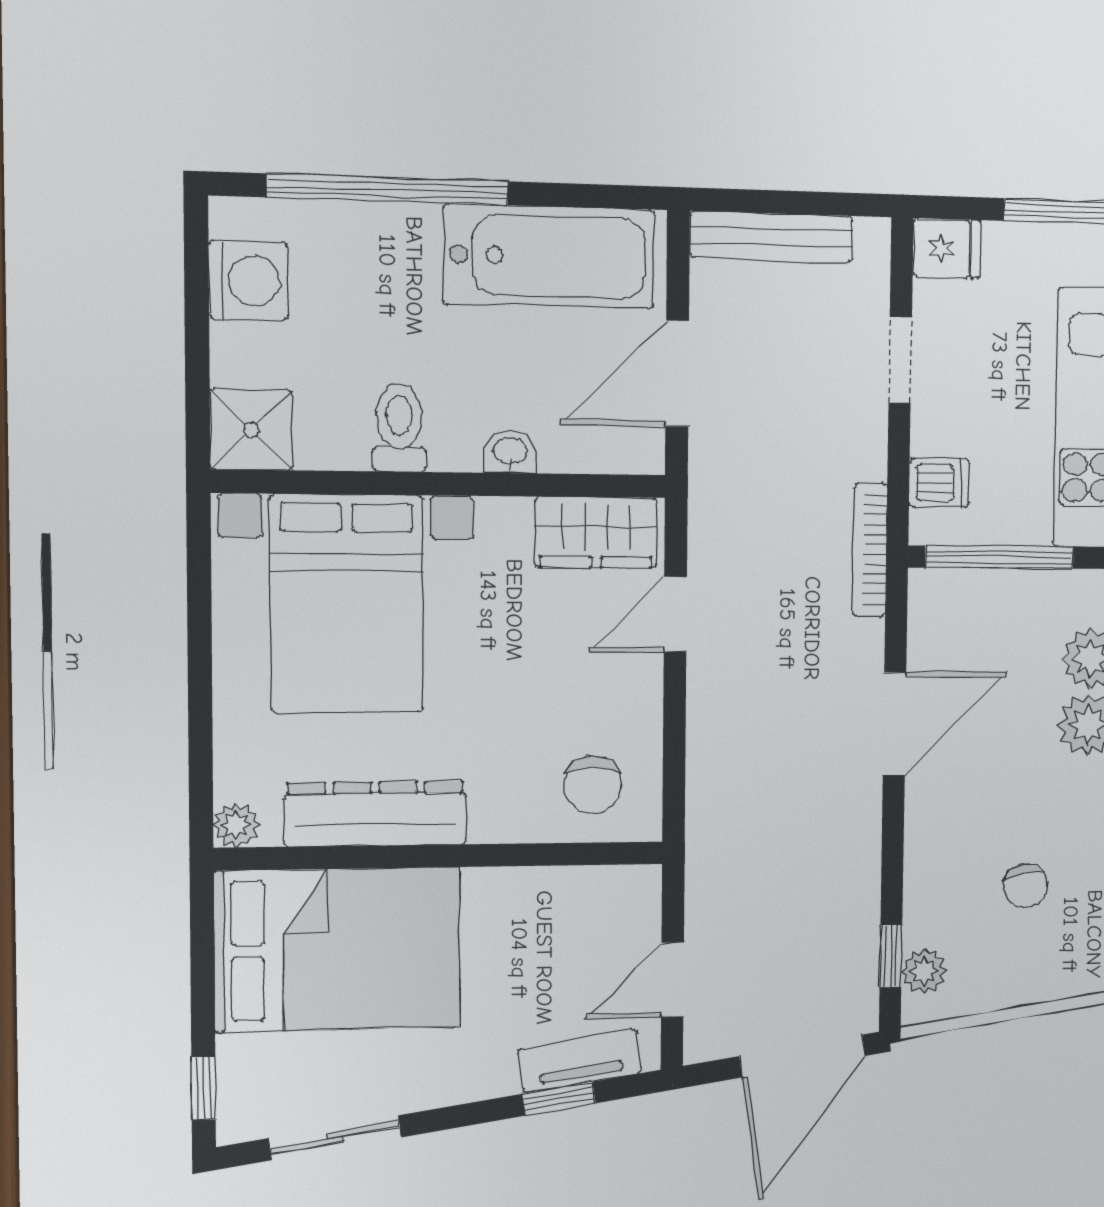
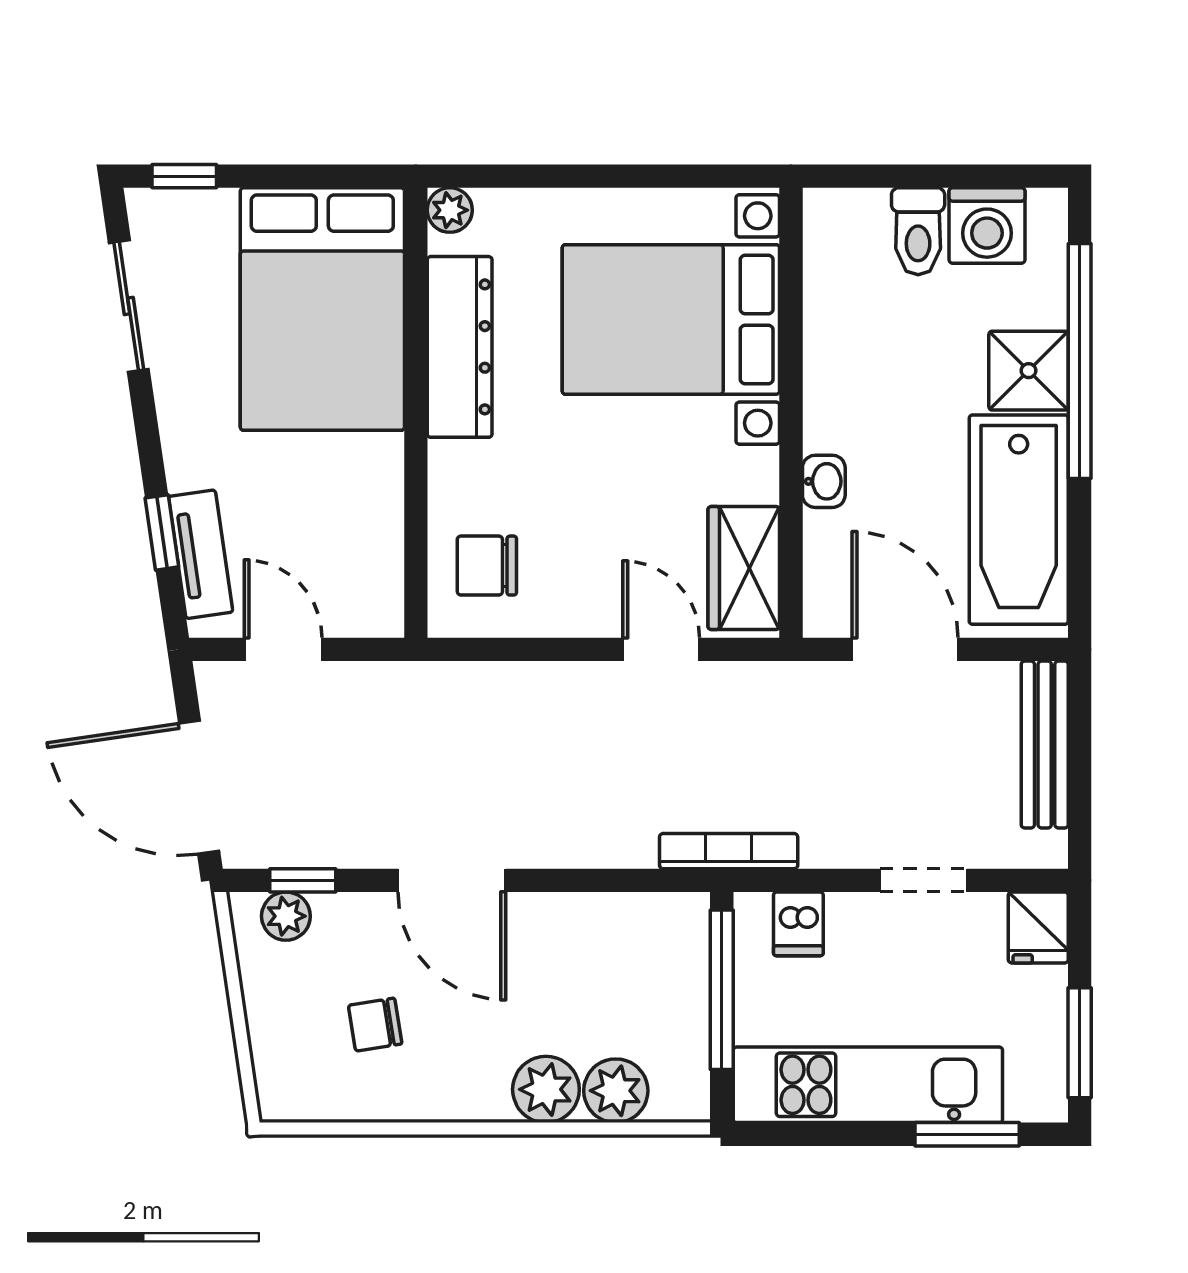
toilet: (399, 428) -> (918, 231), moved, turned 90
shower: (251, 430) -> (1029, 371), moved
door: (895, 724) -> (452, 880), moved

